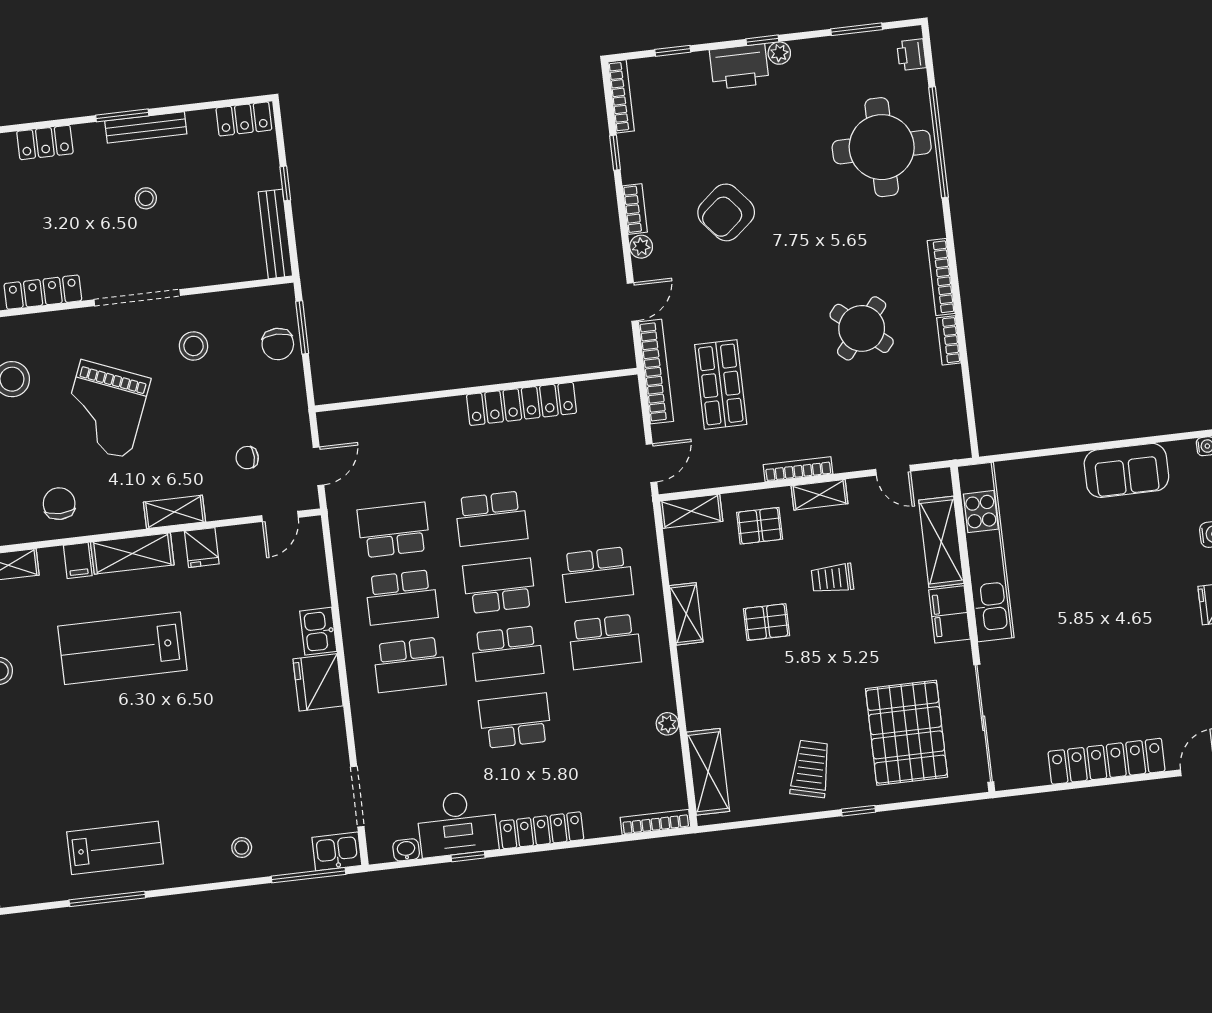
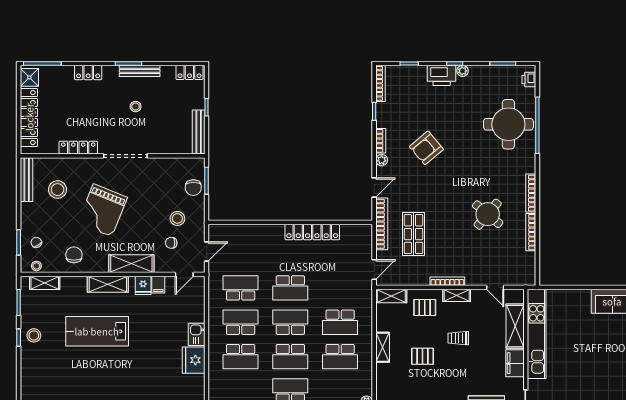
bookcase: (949, 340) -> (531, 232), width x1.56
stool: (194, 346) -> (177, 218), moved
shelving: (174, 512) -> (131, 264), width x1.50, depth x1.33
filing cabinet: (78, 561) -> (158, 285), moved
school desk: (402, 597) -> (241, 322), turned 180

